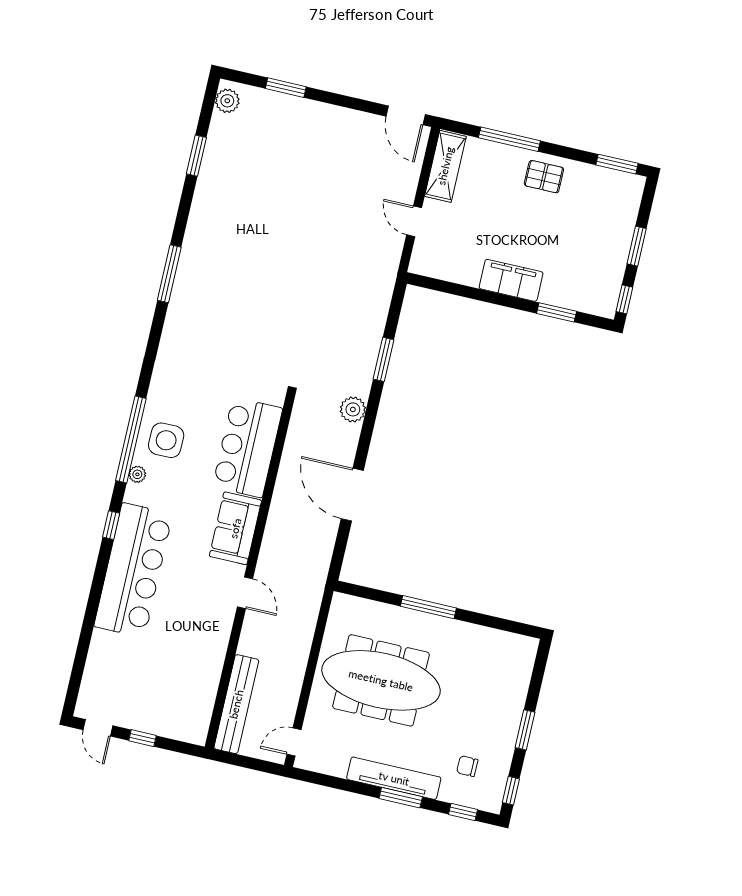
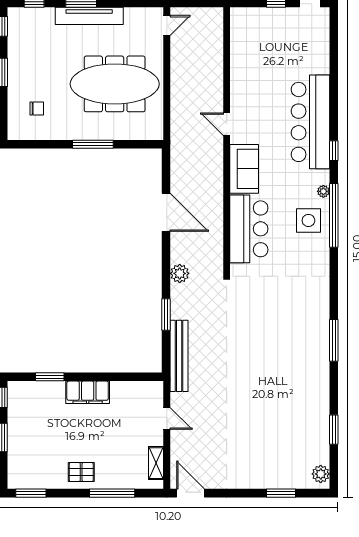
shelving: (445, 166) -> (156, 463), width x0.67, depth x0.75
bench: (236, 704) -> (179, 356), moved
chair: (467, 766) -> (37, 109), moved

